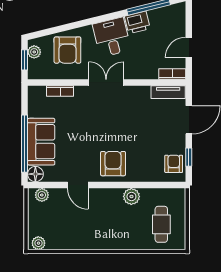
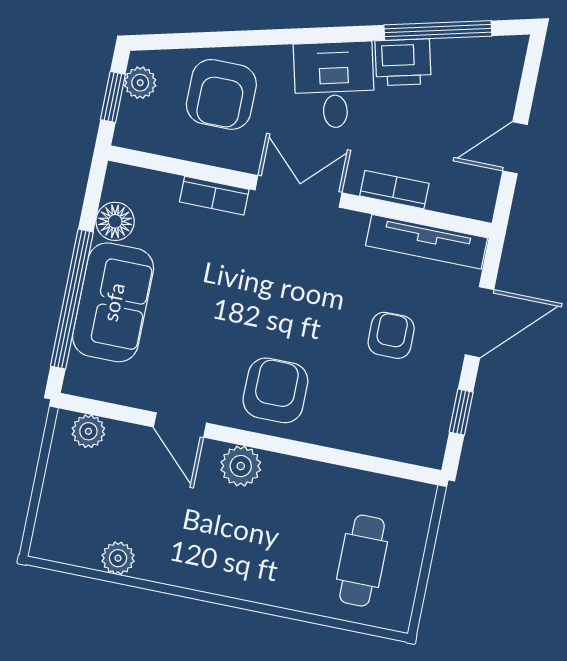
bookcase: (172, 74) -> (394, 190), moved
bookcase: (60, 91) -> (214, 196), moved
tv unit: (168, 92) -> (427, 242), width x1.41
armchair: (174, 164) -> (391, 335), moved
floor lamp: (35, 174) -> (115, 221), moved
plant: (131, 196) -> (241, 466), moved
plant: (38, 243) -> (118, 558), moved

